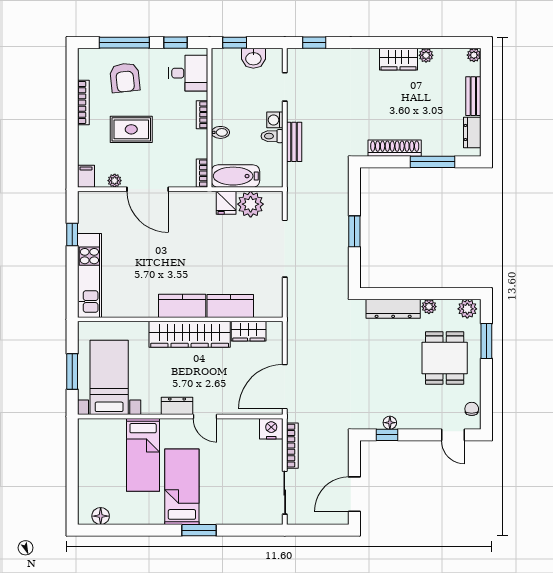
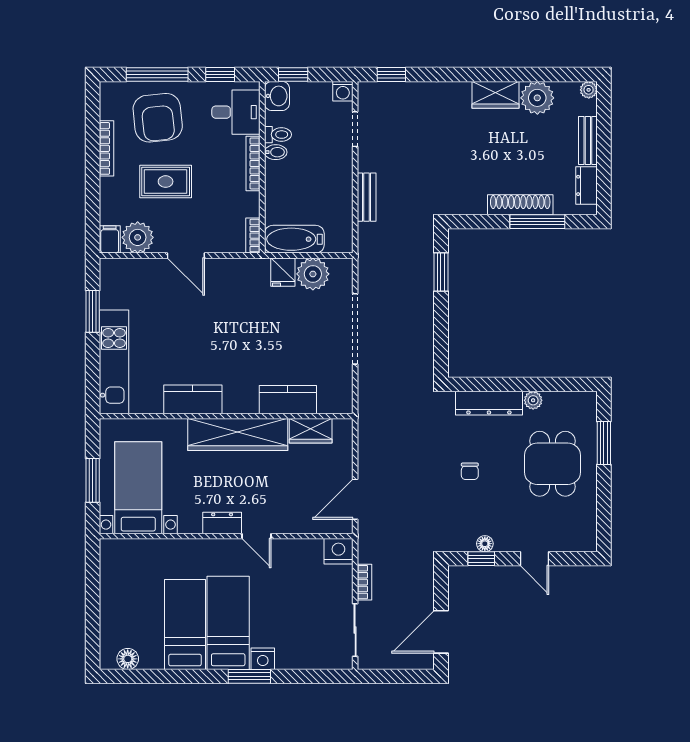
plant: (426, 55) -> (537, 98), width x1.87, depth x1.87
washbasin: (253, 58) -> (277, 96), moved, turned -90
armchair: (125, 78) -> (158, 118), width x1.36, depth x1.36
bookcase: (202, 115) -> (253, 163), width x1.56
washing machine: (275, 120) -> (343, 91), moved, turned -90
bidet: (220, 132) -> (276, 152), moved
toilet: (272, 136) -> (278, 135), moved, turned 180
shoe rack: (395, 148) -> (520, 205), moved
plant: (115, 181) -> (138, 237), width x1.87, depth x1.87
door: (148, 189) -> (186, 255), width x0.73
window: (354, 231) -> (441, 272), moved
window: (72, 234) -> (93, 311), width x1.50
kitchen counter: (182, 306) -> (193, 399), moved
plant: (467, 309) -> (580, 403), removed
door: (285, 387) -> (355, 499), width x0.73
chair: (472, 409) -> (470, 471), moved, turned 180
door: (453, 435) -> (534, 559), moved
bookcase: (292, 446) -> (365, 582), width x0.64
bed: (143, 455) -> (185, 624), moved, turned 180
nightstand: (210, 516) -> (263, 659), added

